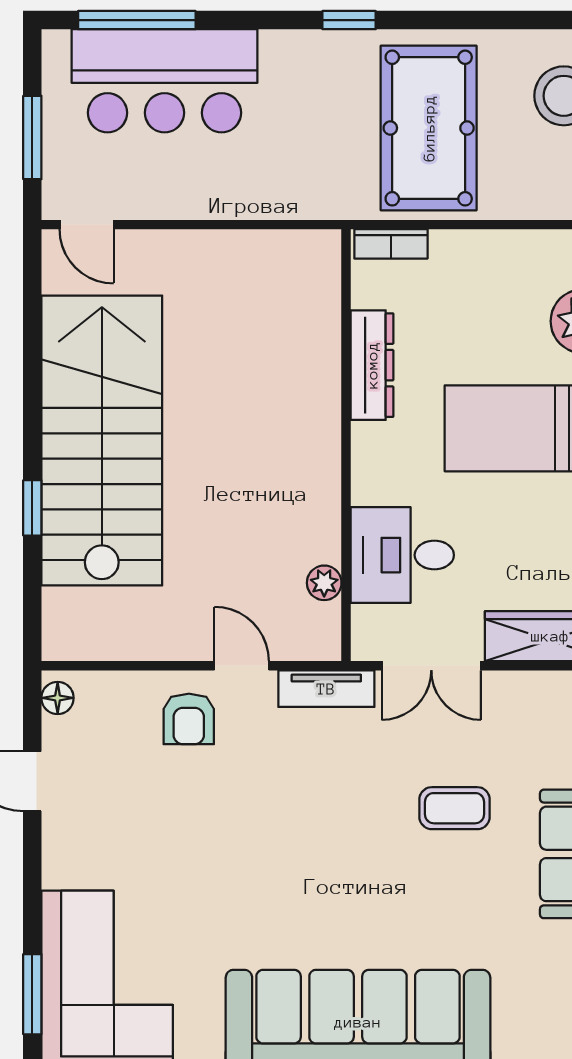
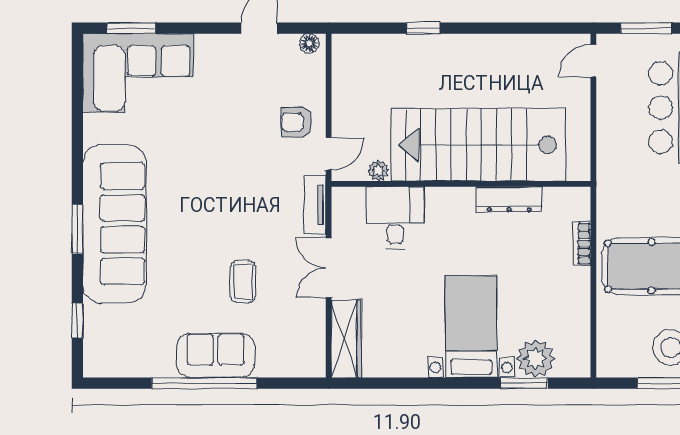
dresser: (372, 365) -> (509, 199), moved
stairs: (102, 441) -> (478, 145), moved, turned 180
wall: (346, 445) -> (461, 184), moved
desk: (402, 555) -> (395, 218), moved
plant: (324, 583) -> (378, 171), moved

